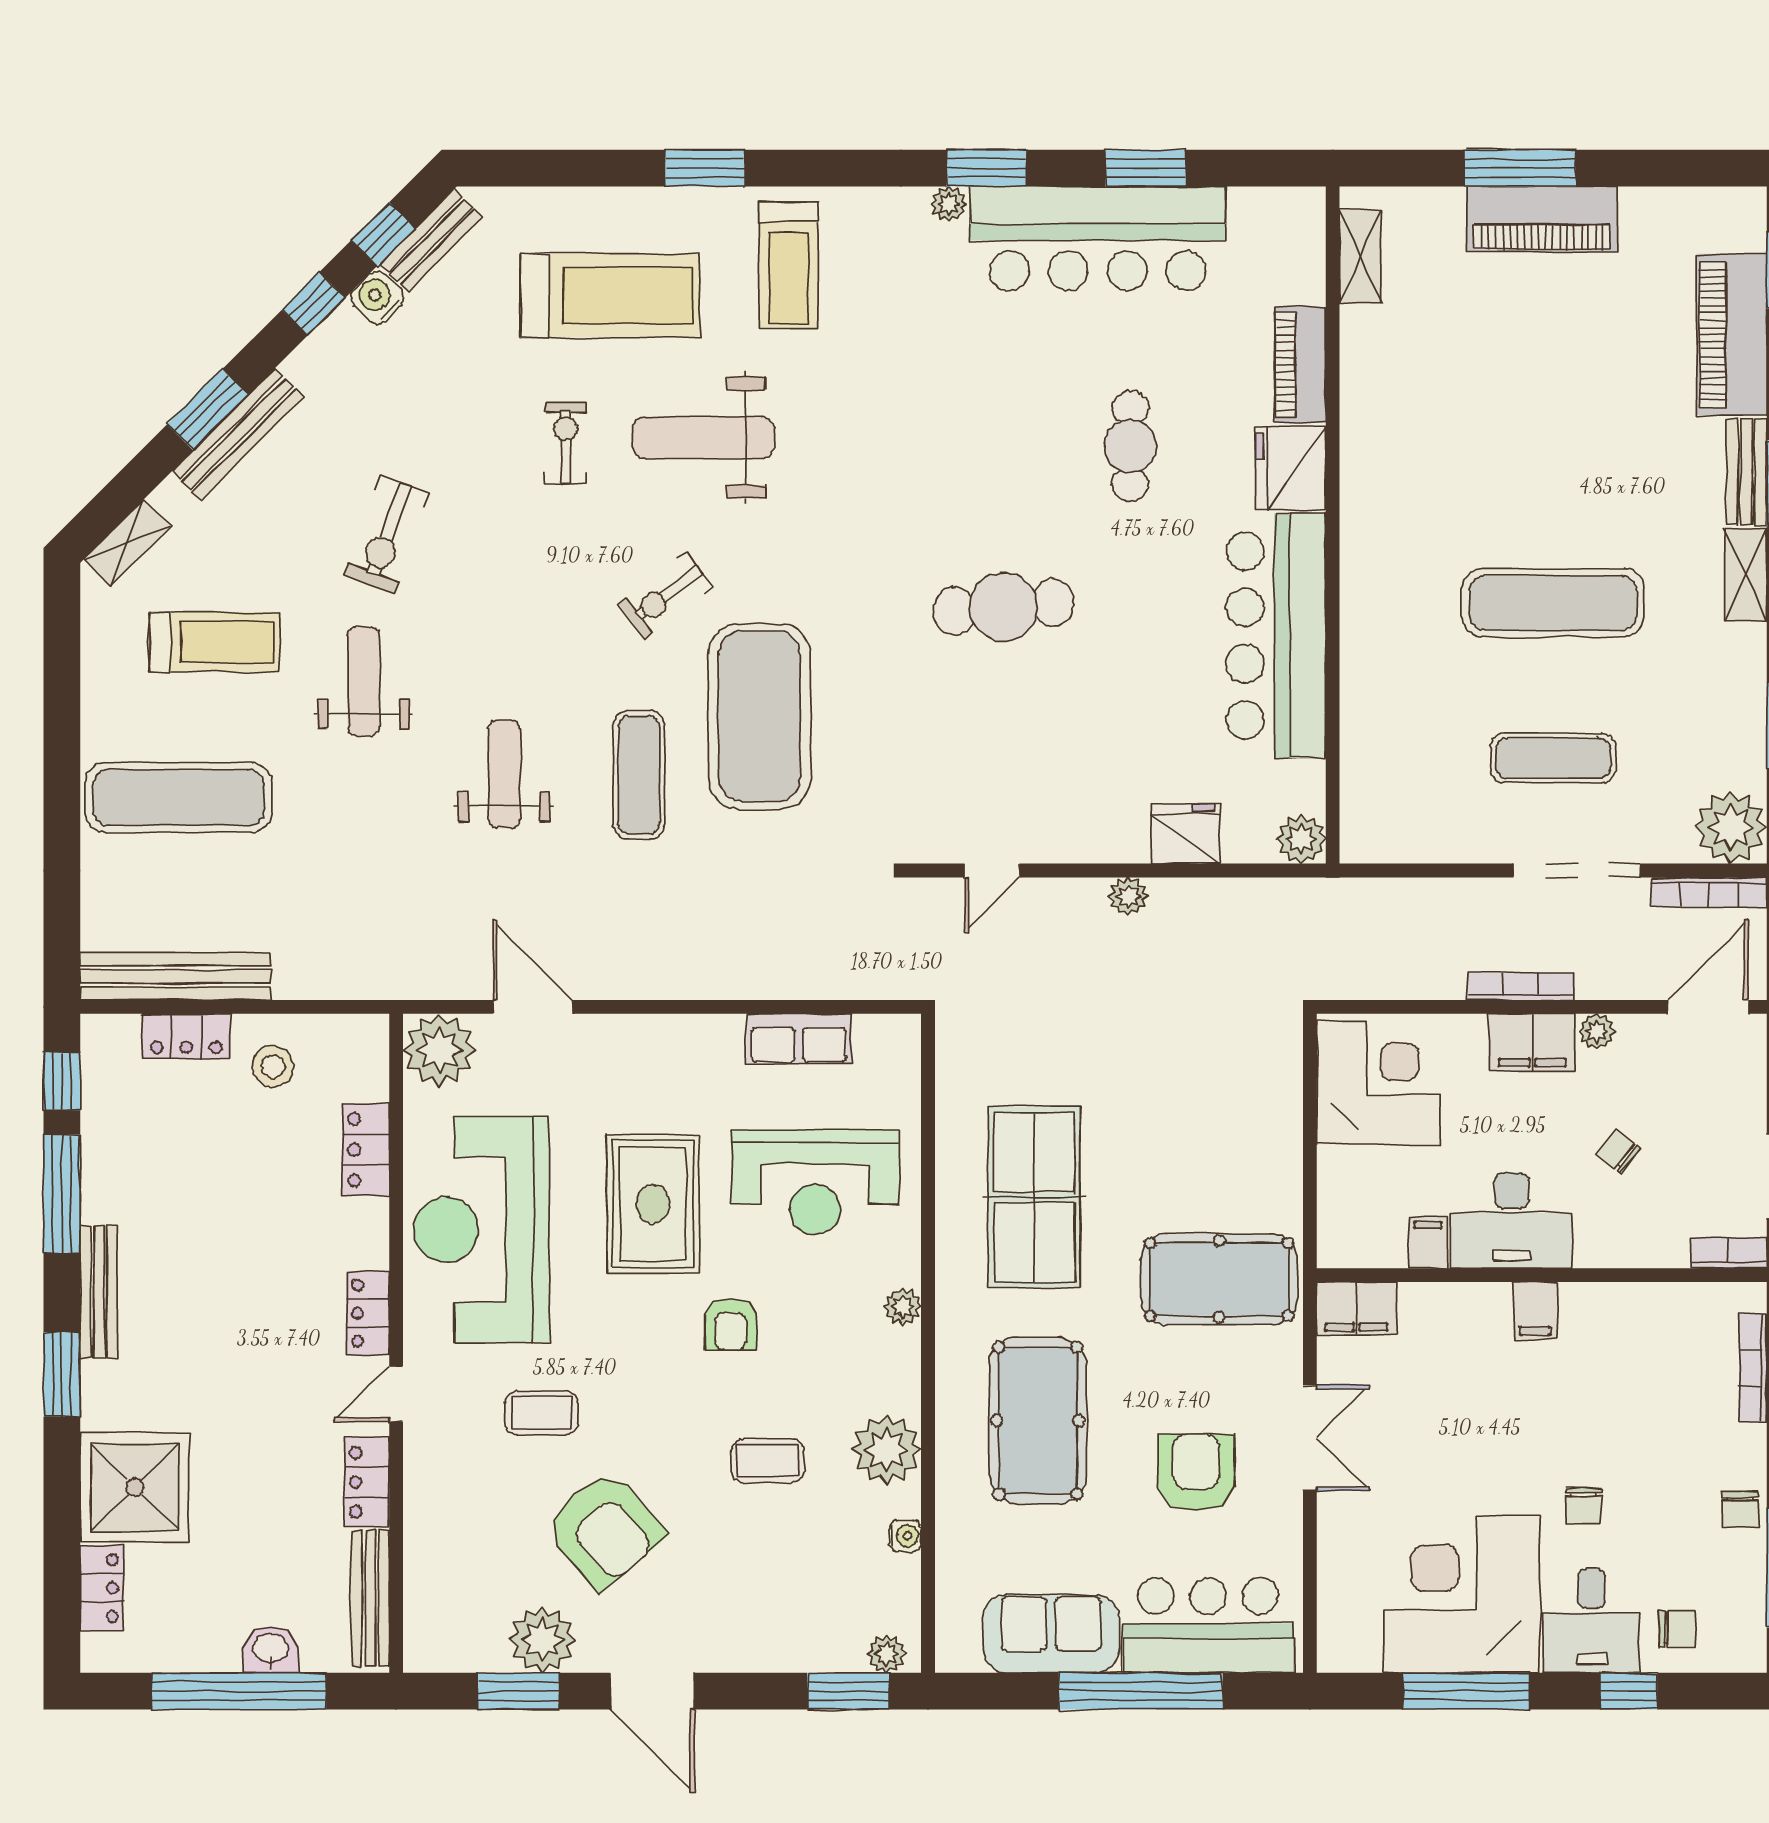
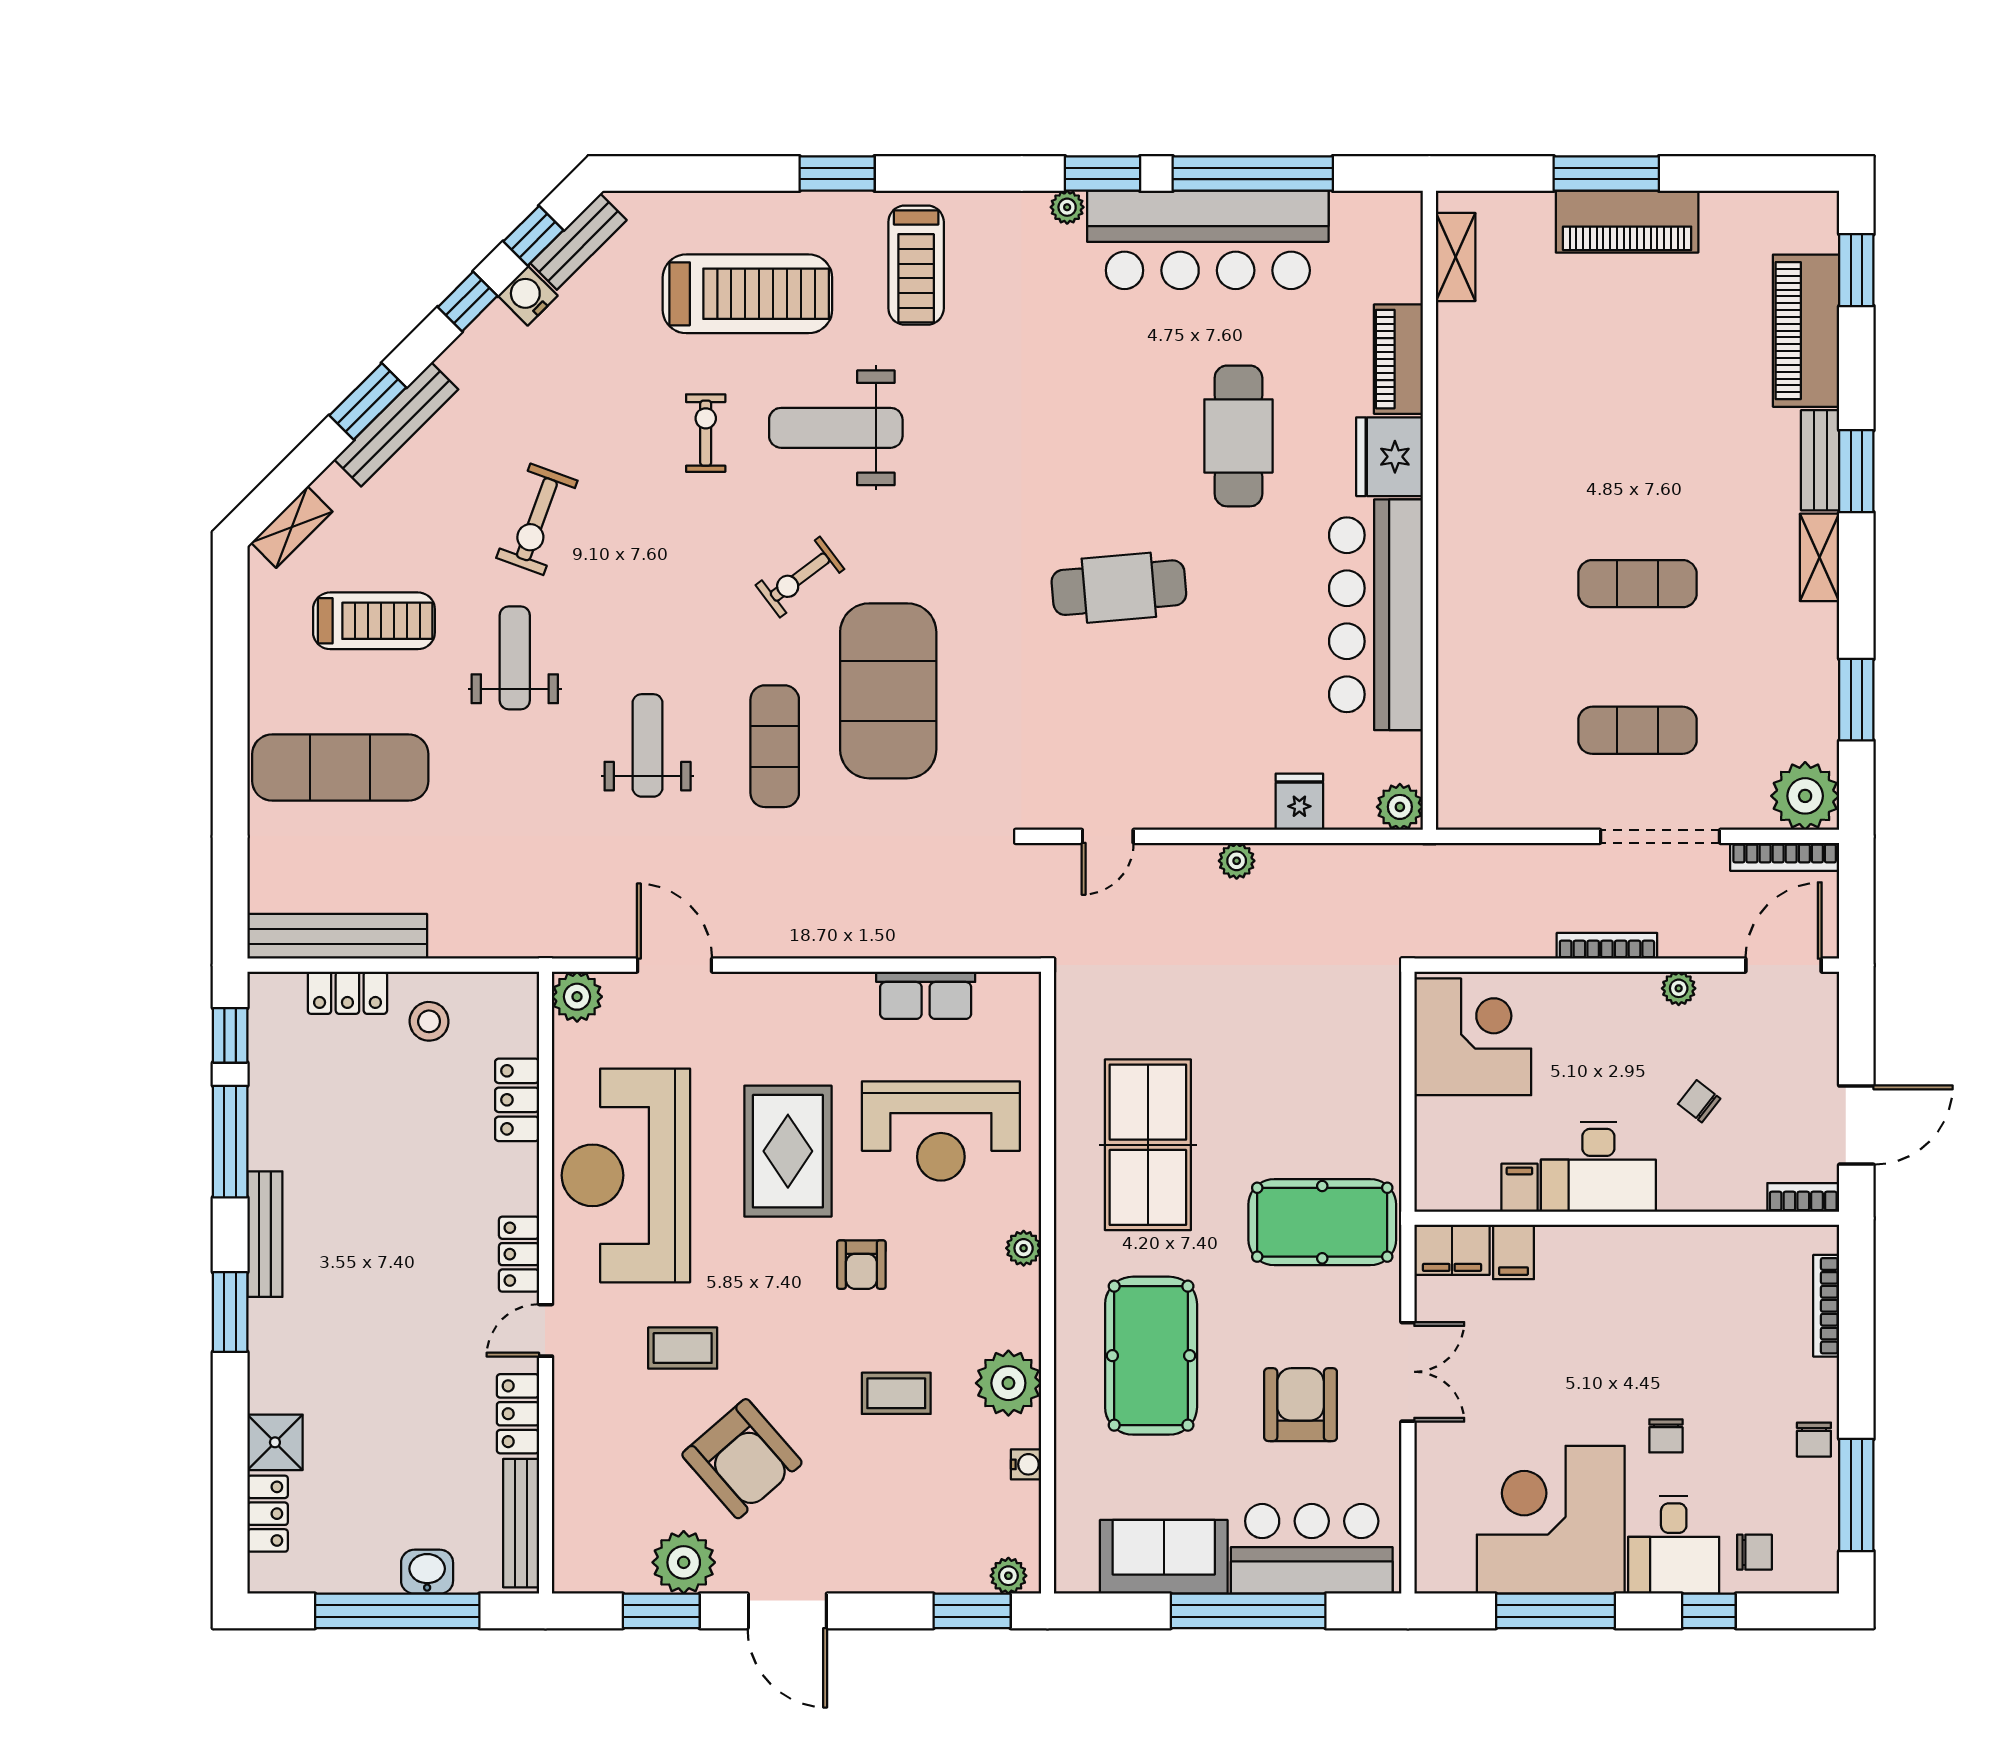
window: (1146, 168) -> (1253, 173), width x2.11
cafe table: (1130, 446) -> (1238, 436), width x1.37, depth x1.35
exercise mat: (1553, 603) -> (1637, 584), width x0.73, depth x0.69
fridge: (1185, 834) -> (1299, 802), width x0.72
filing cabinet: (1532, 1042) -> (1618, 999), removed
plant: (439, 1050) -> (577, 997), width x0.73, depth x0.73
filing cabinet: (1535, 1311) -> (1513, 1252), moved
shower: (135, 1487) -> (275, 1442), width x0.54, depth x0.54

